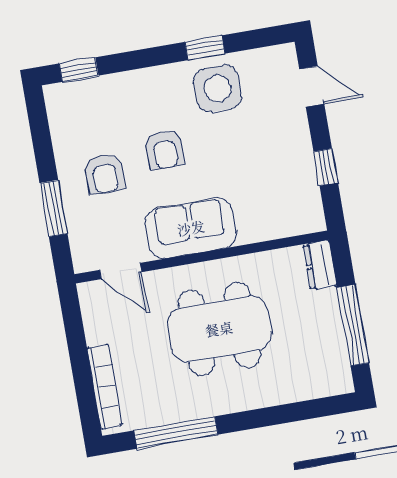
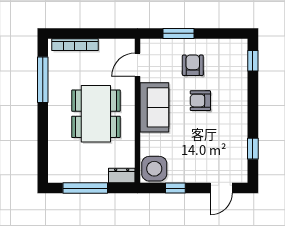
window: (205, 48) -> (253, 149), moved
side table: (218, 88) -> (154, 169), moved
armchair: (105, 174) -> (193, 65), turned 90

